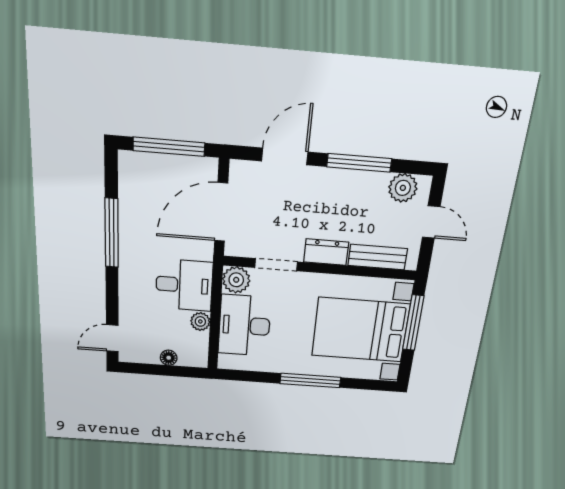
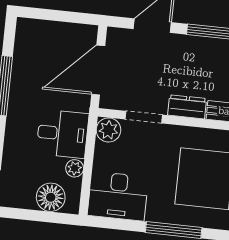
window: (169, 147) -> (58, 16), removed
desk: (245, 326) -> (118, 196), moved, turned -90
floor lamp: (169, 358) -> (51, 197), width x1.89, depth x1.89

